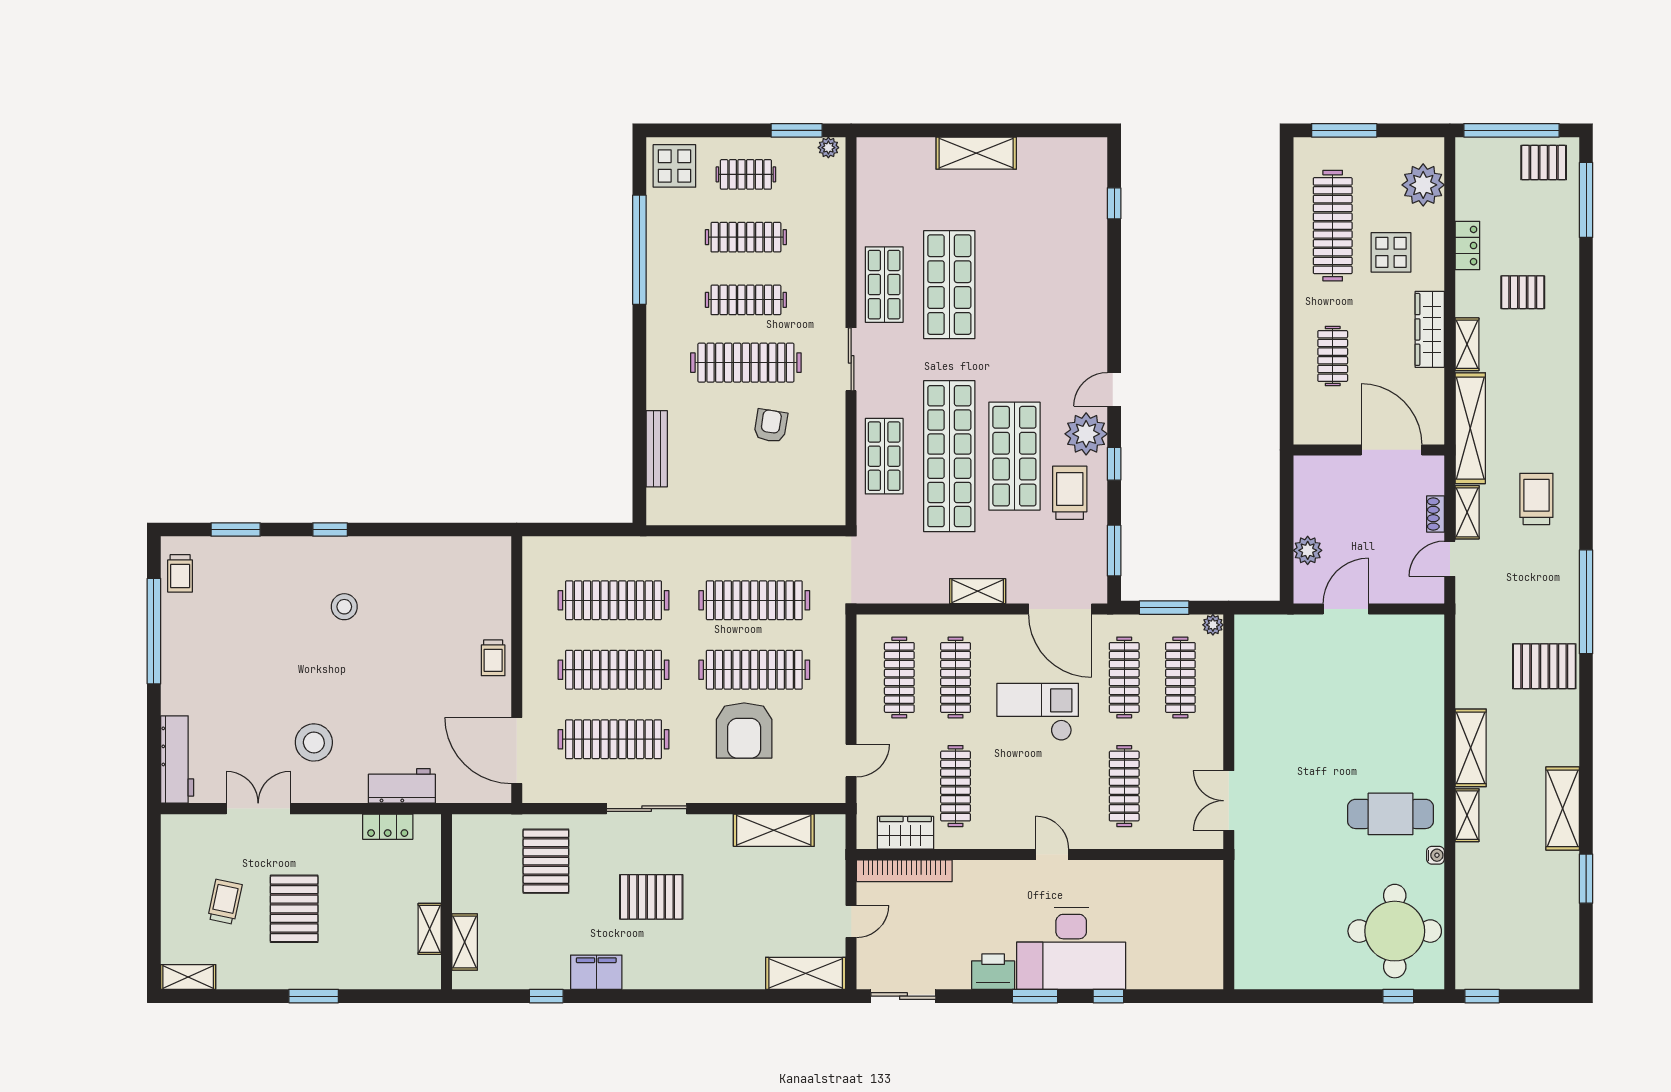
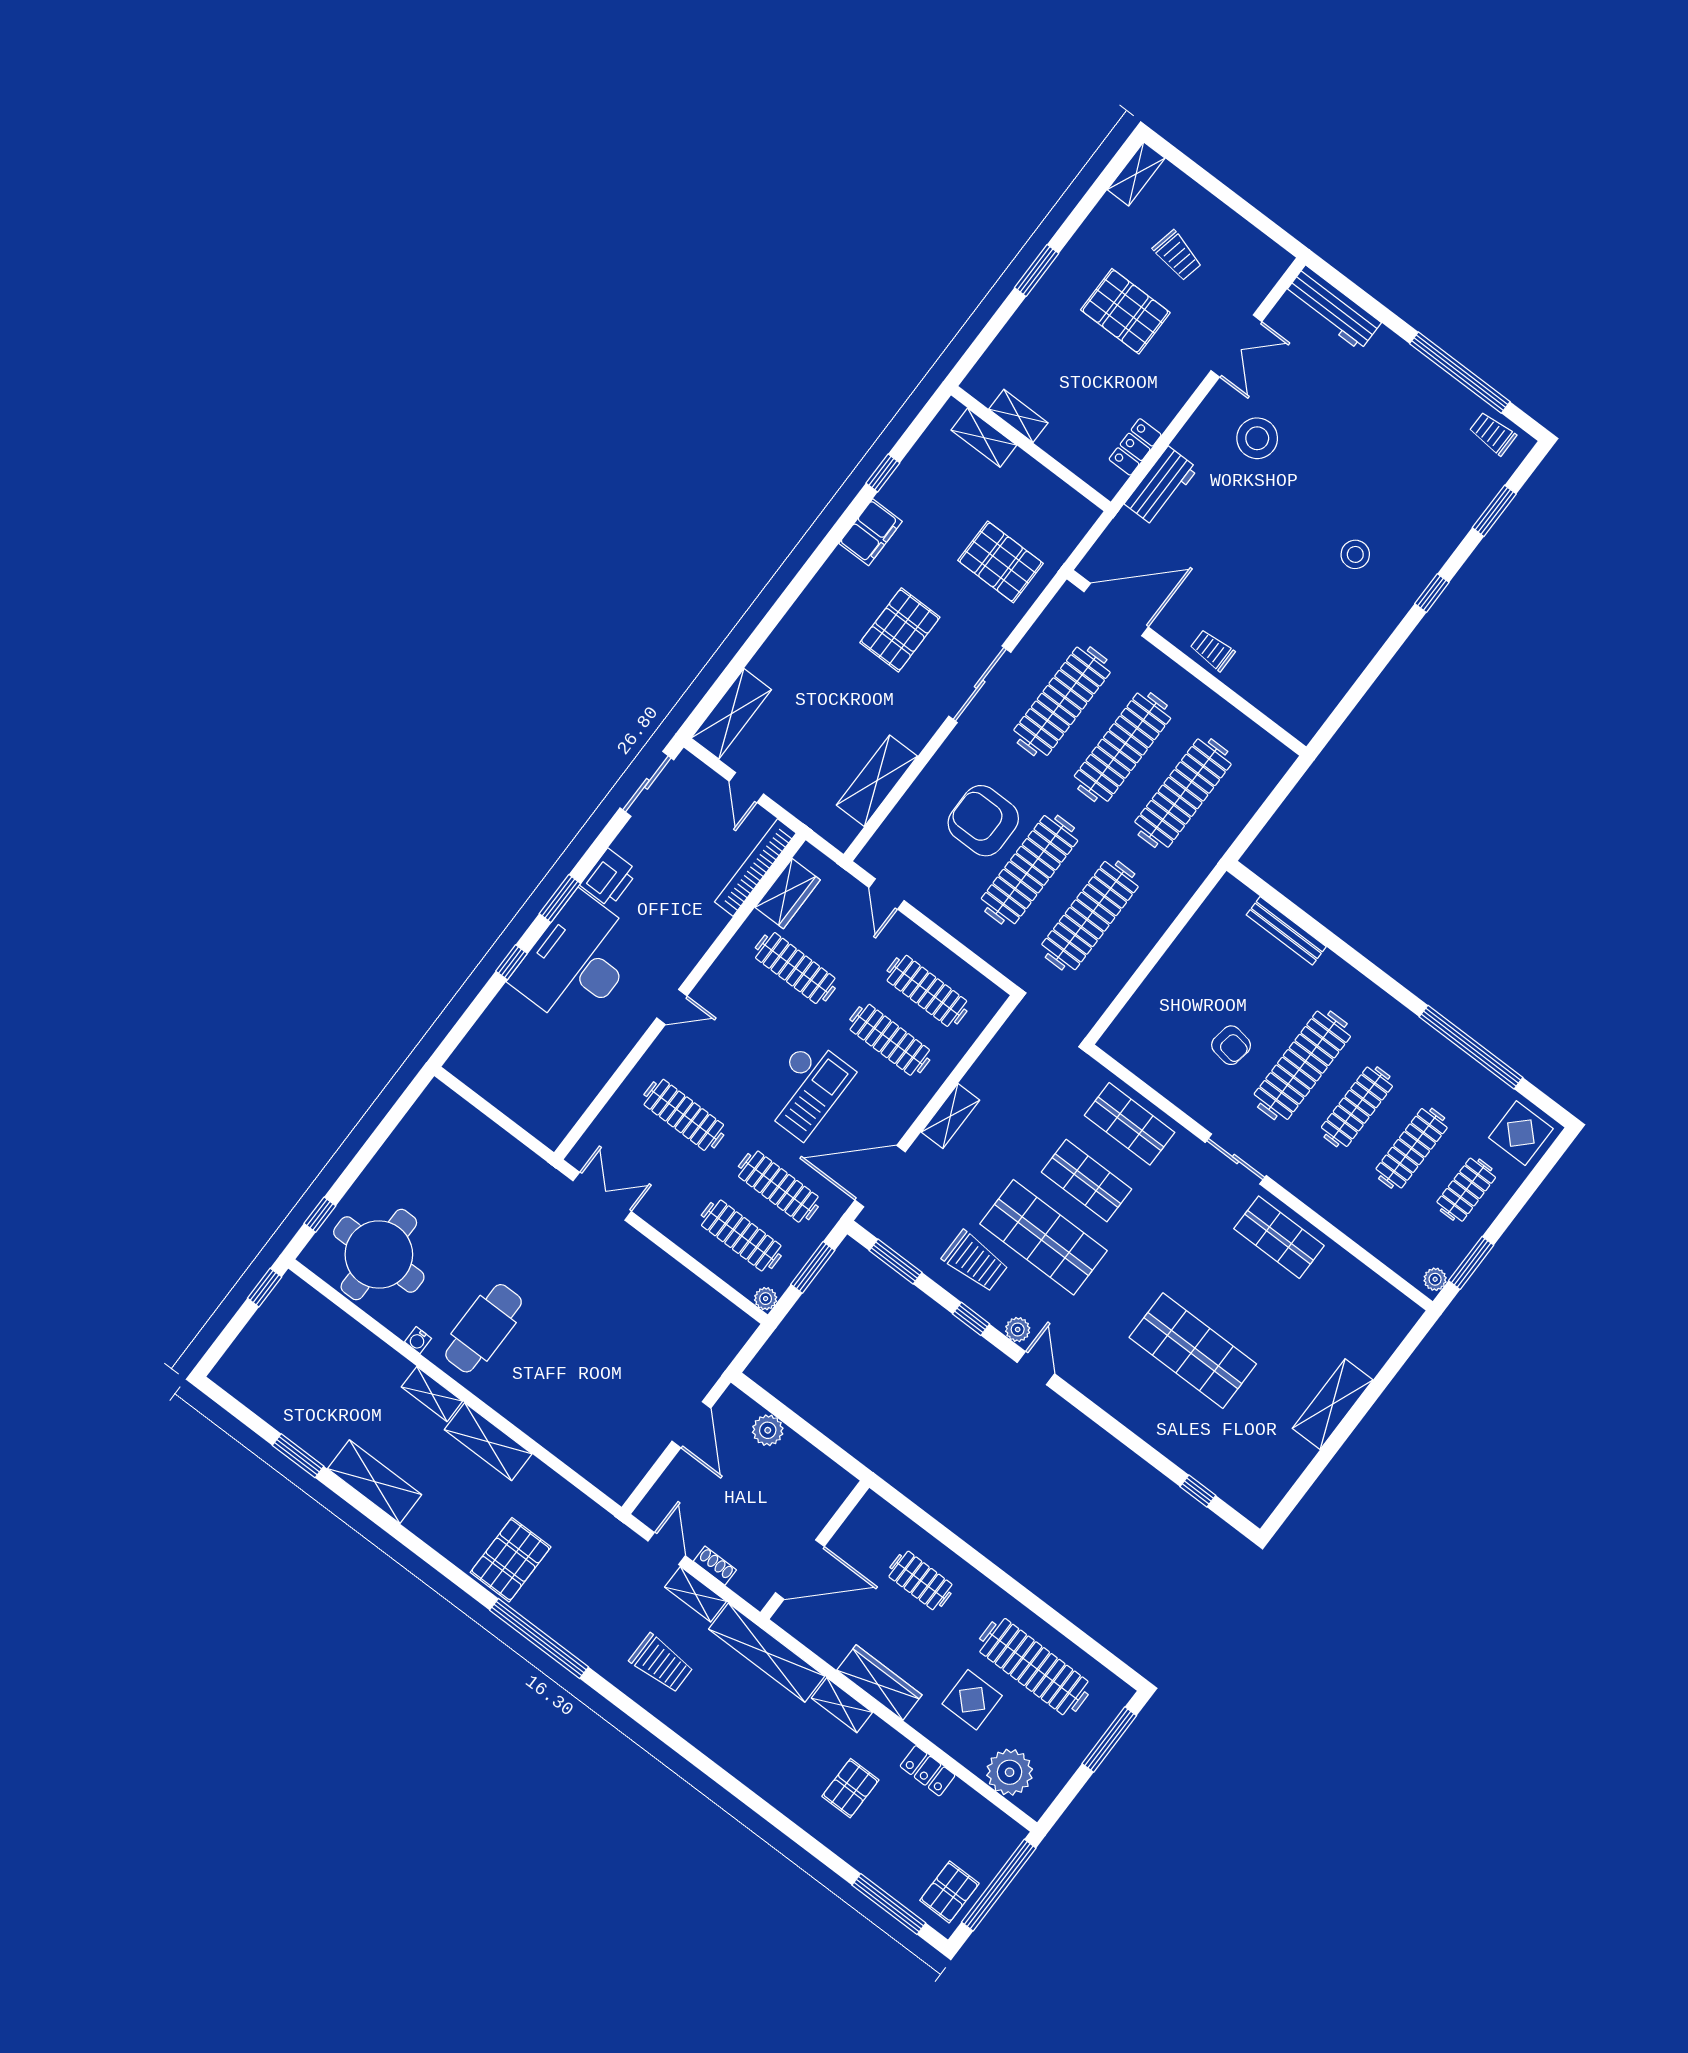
shop shelf: (949, 285) -> (1193, 1351), moved
plant: (1086, 434) -> (1018, 1330), width x0.53, depth x0.53
shop shelf: (949, 456) -> (1087, 1181), width x0.50, depth x0.74

